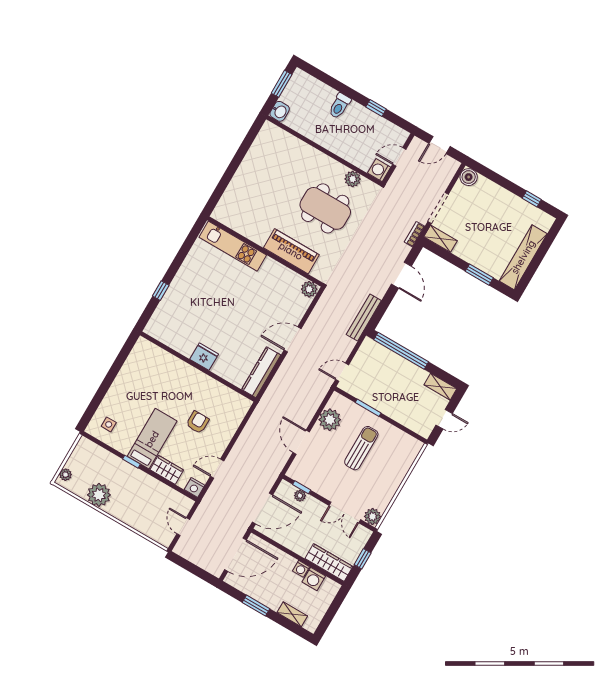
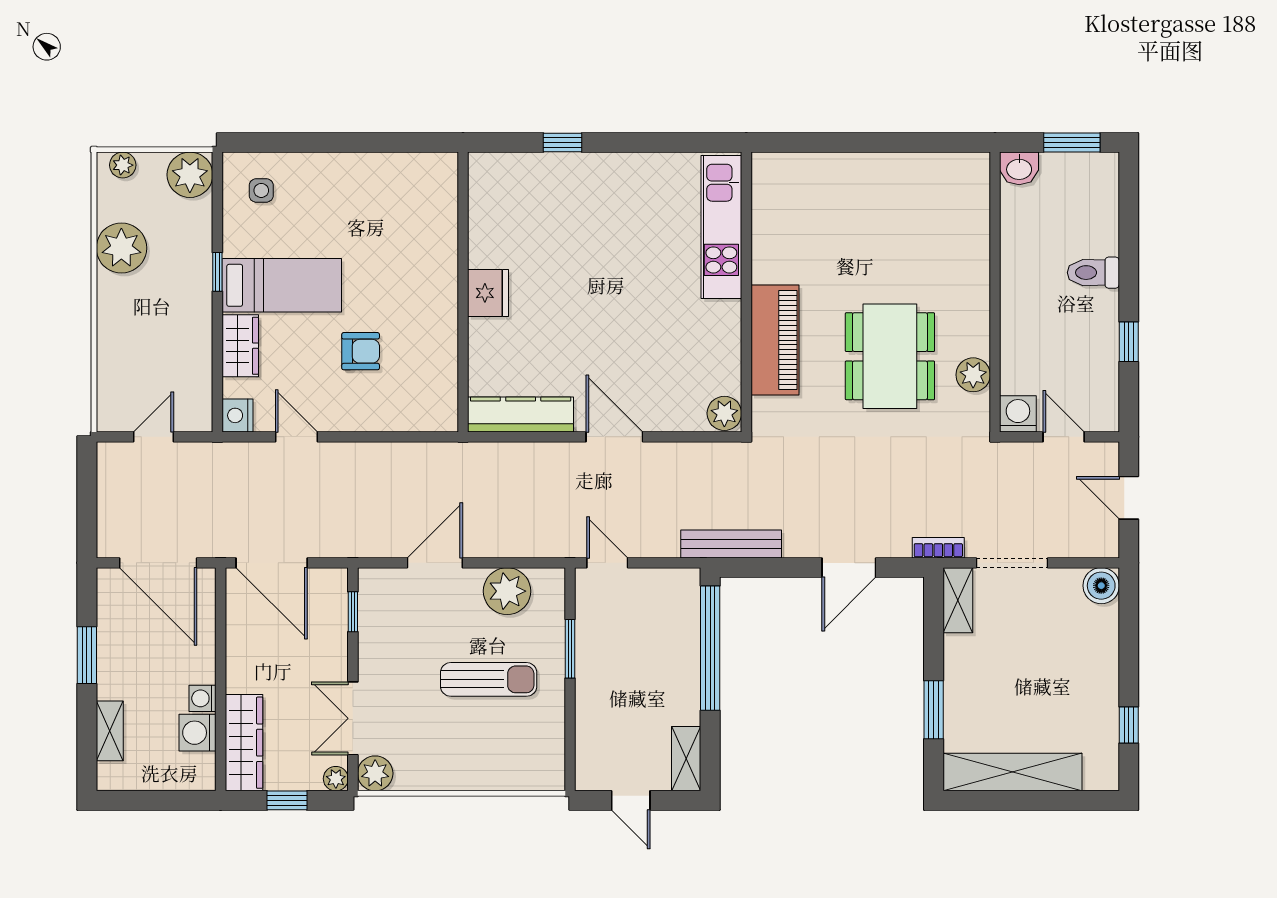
plant: (85, 450) -> (190, 175), added
plant: (300, 496) -> (336, 779), moved

